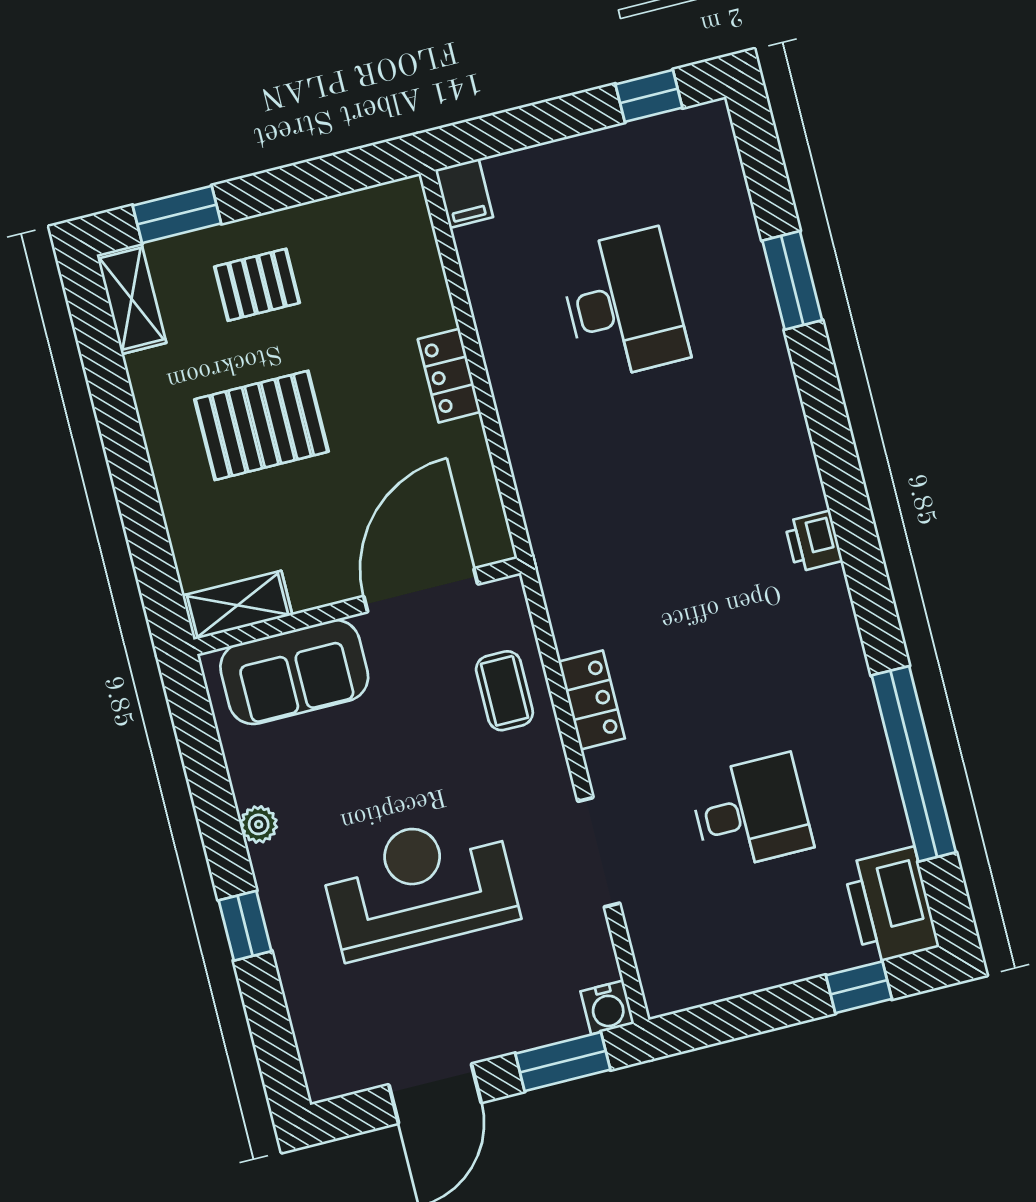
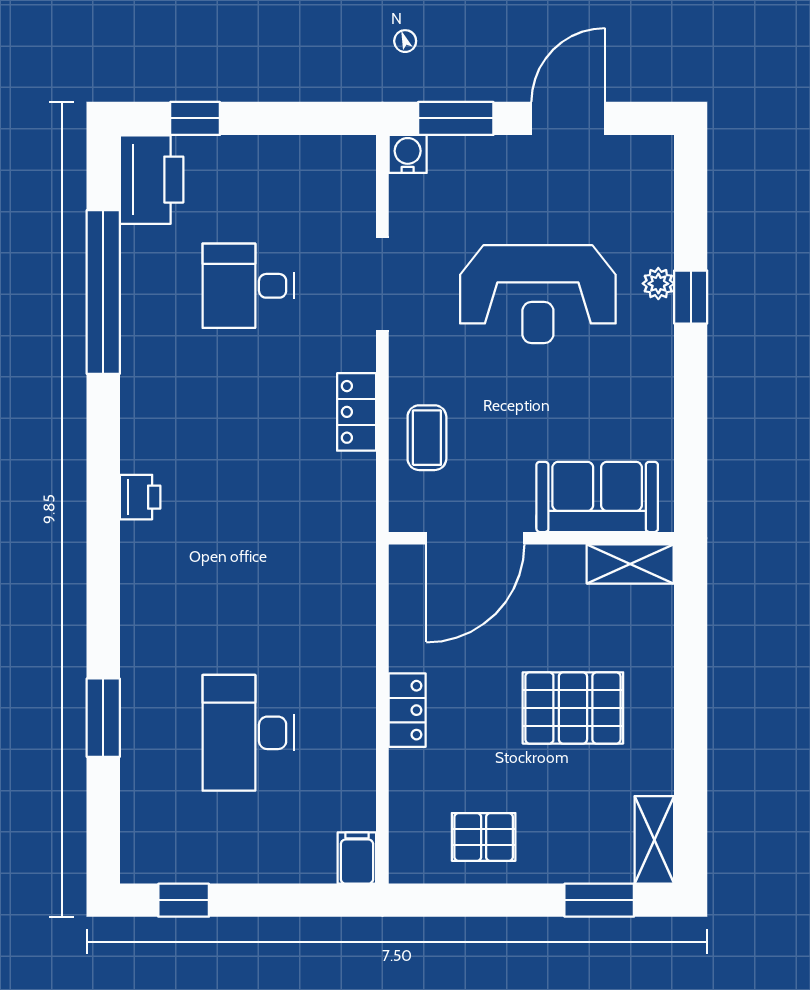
pallet: (257, 285) -> (484, 837), moved
plant: (259, 824) -> (658, 284), moved

